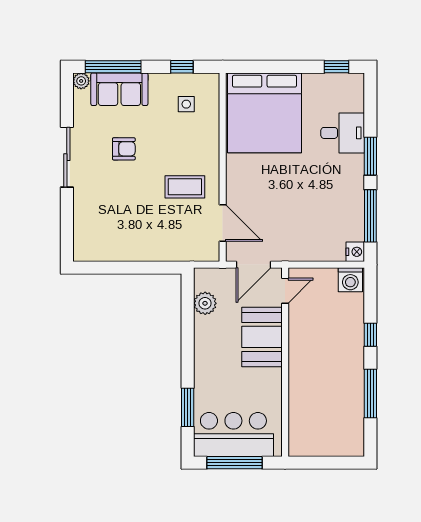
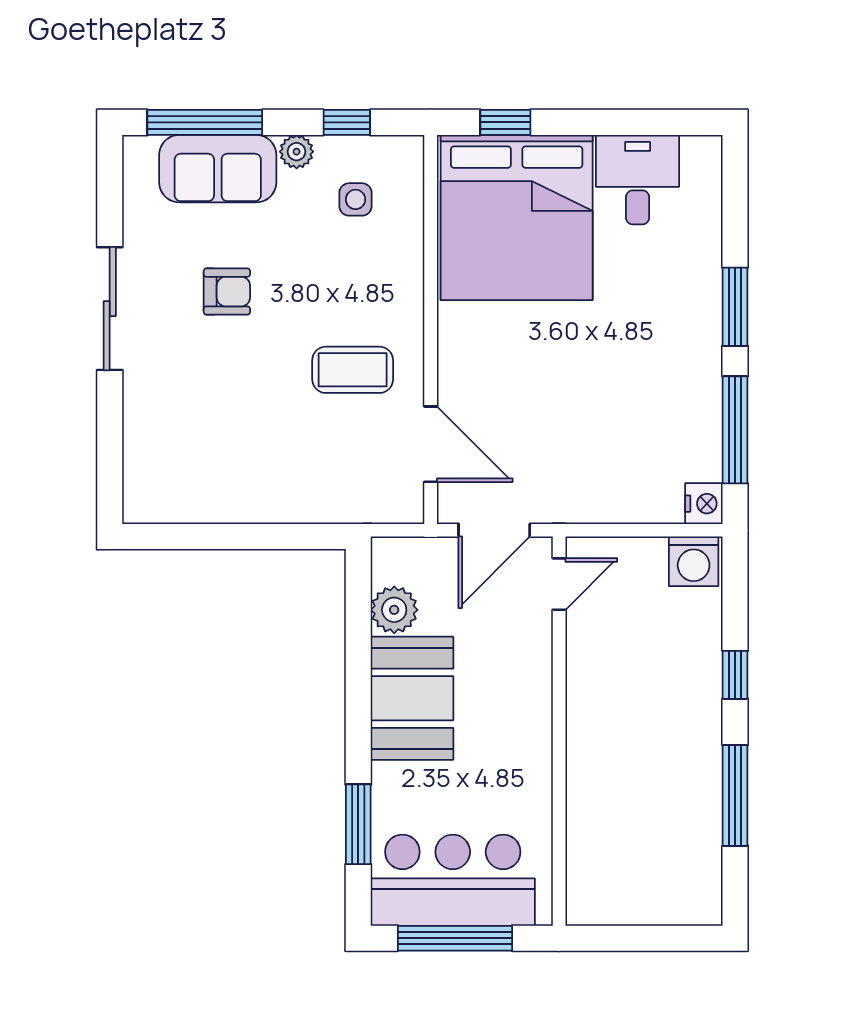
window: (337, 67) -> (505, 122), moved
plant: (81, 81) -> (297, 152), moved
desk: (343, 133) -> (638, 180), moved, turned -90
booth: (262, 337) -> (412, 698), moved

